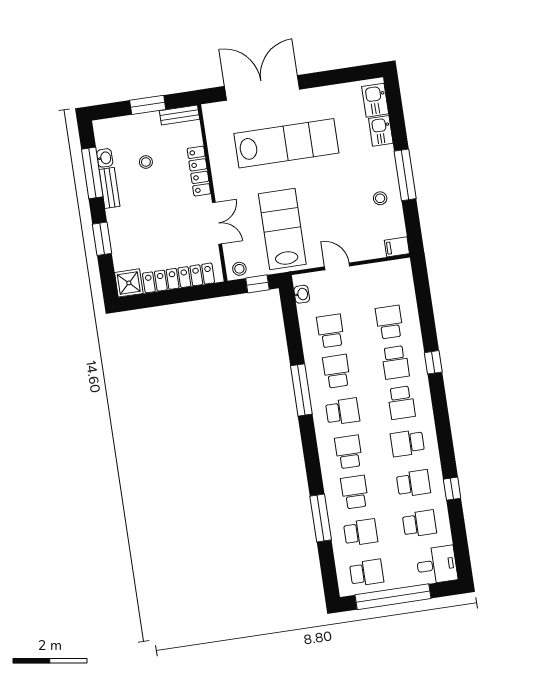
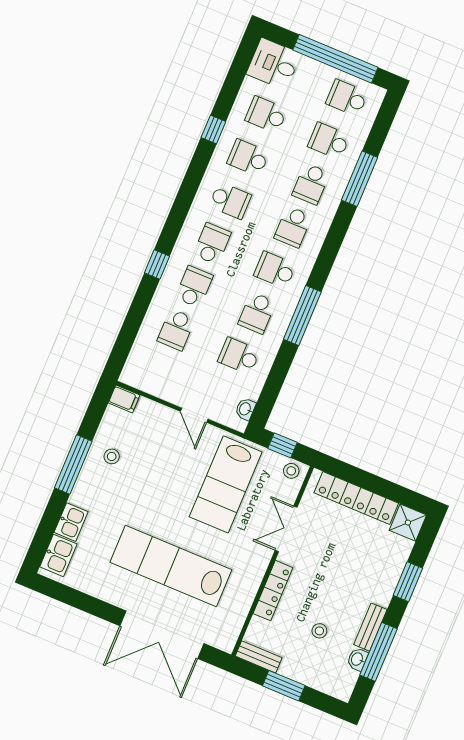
school desk: (330, 331) -> (239, 356), turned 90

